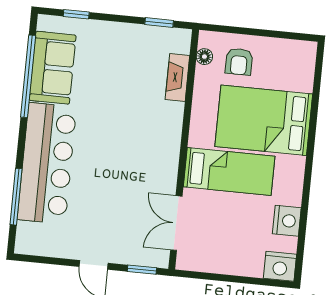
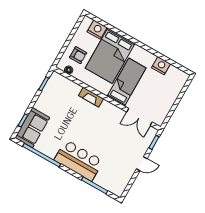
sofa: (53, 68) -> (32, 128), moved, turned 90
fireplace: (177, 77) -> (91, 97), moved
bar counter: (47, 163) -> (79, 160), width x0.73
nightstand: (280, 266) -> (97, 30), moved, turned -90

